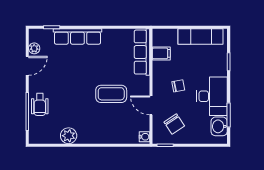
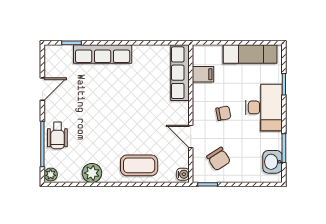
plant: (34, 48) -> (51, 174), moved
coffee table: (111, 94) -> (139, 165), moved
desk: (212, 96) -> (264, 107), moved

